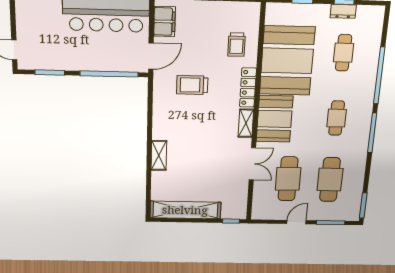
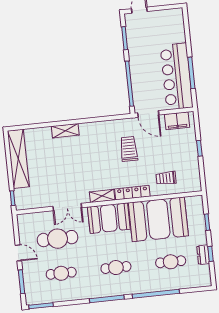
cafe table: (330, 180) -> (61, 273), width x0.73, depth x0.74

